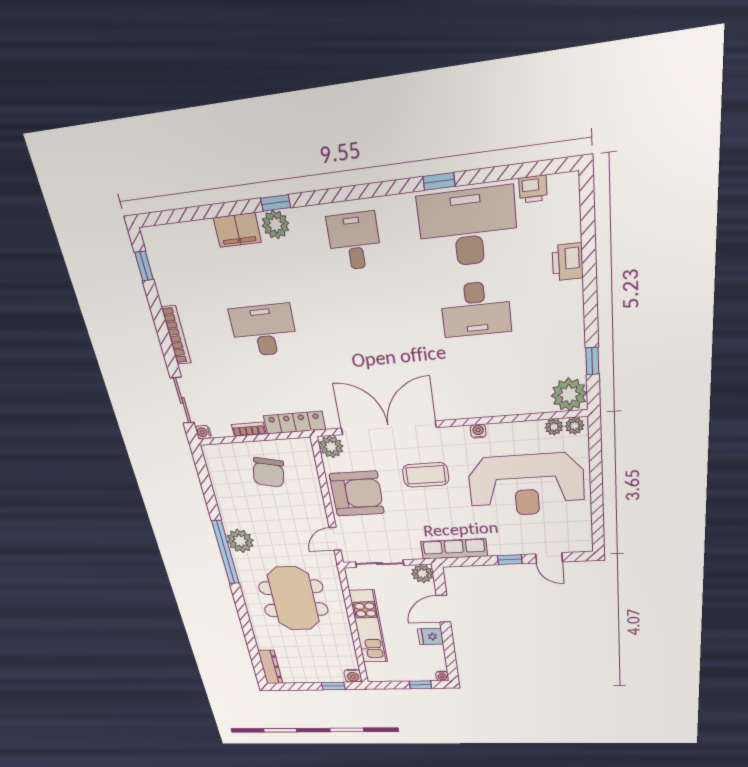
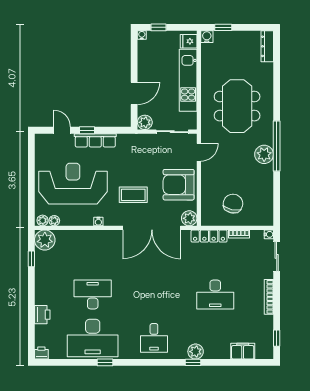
printer: (533, 189) -> (41, 353), moved
filing cabinet: (237, 230) -> (243, 351), moved
row of seats: (454, 549) -> (95, 140), moved
fridge: (431, 637) -> (189, 41), moved, turned 180

